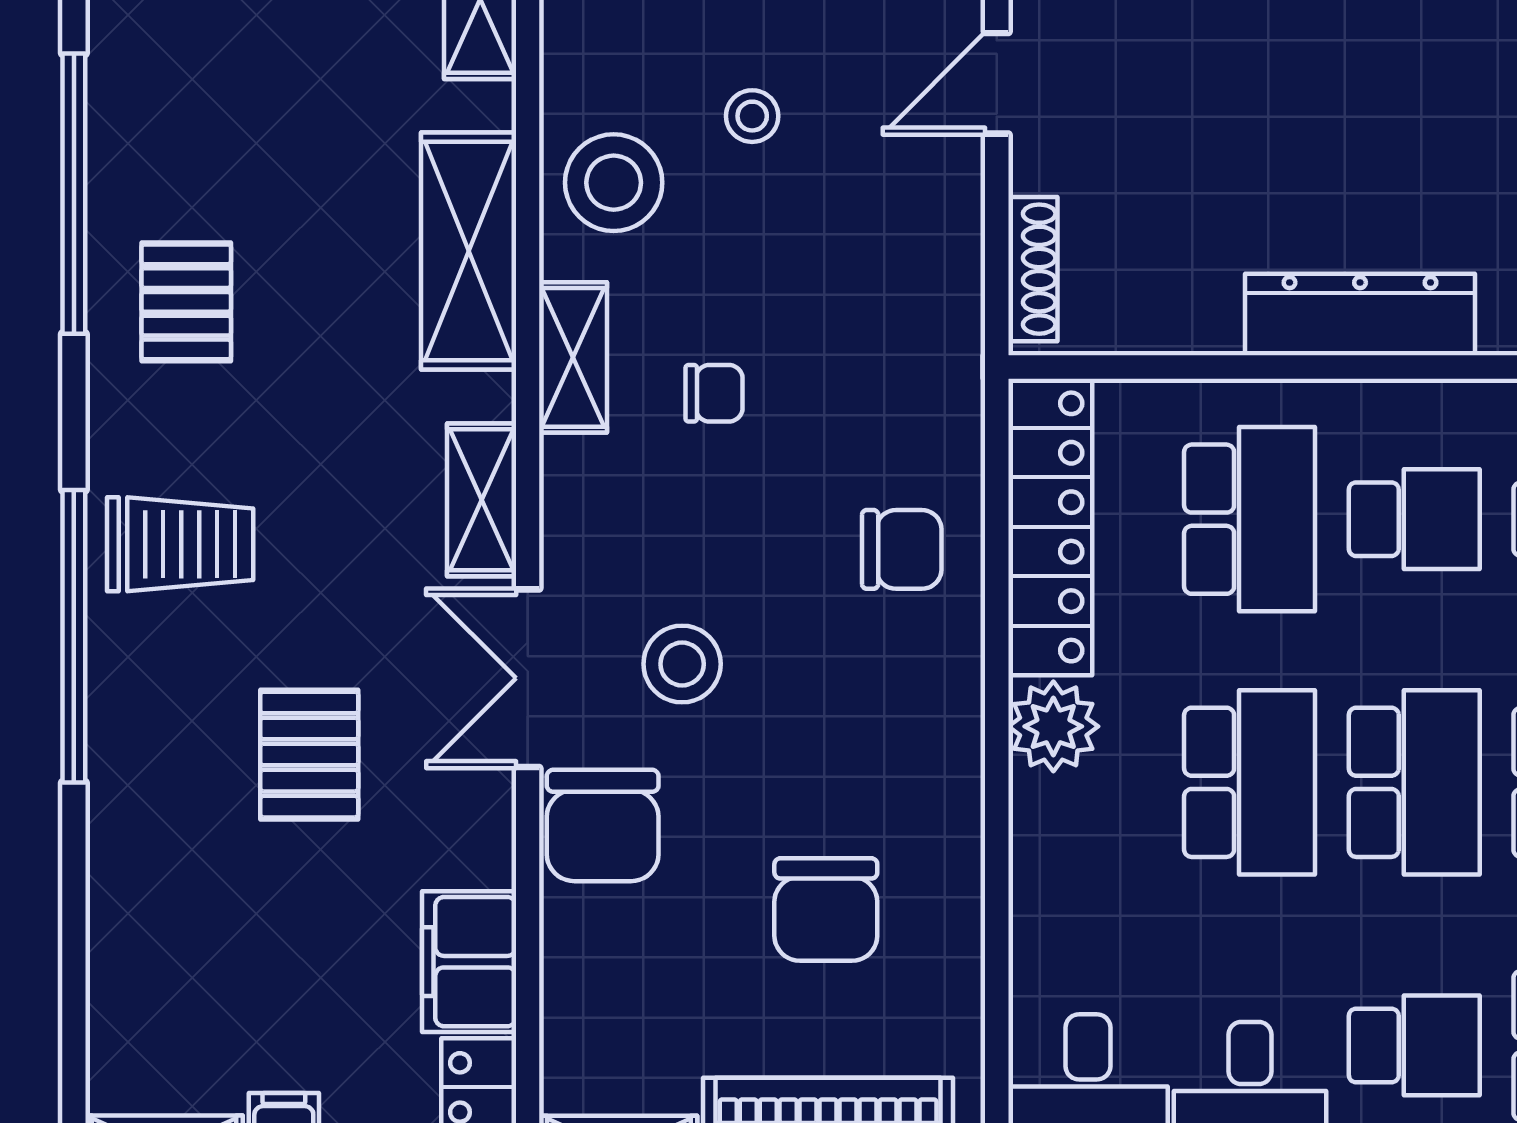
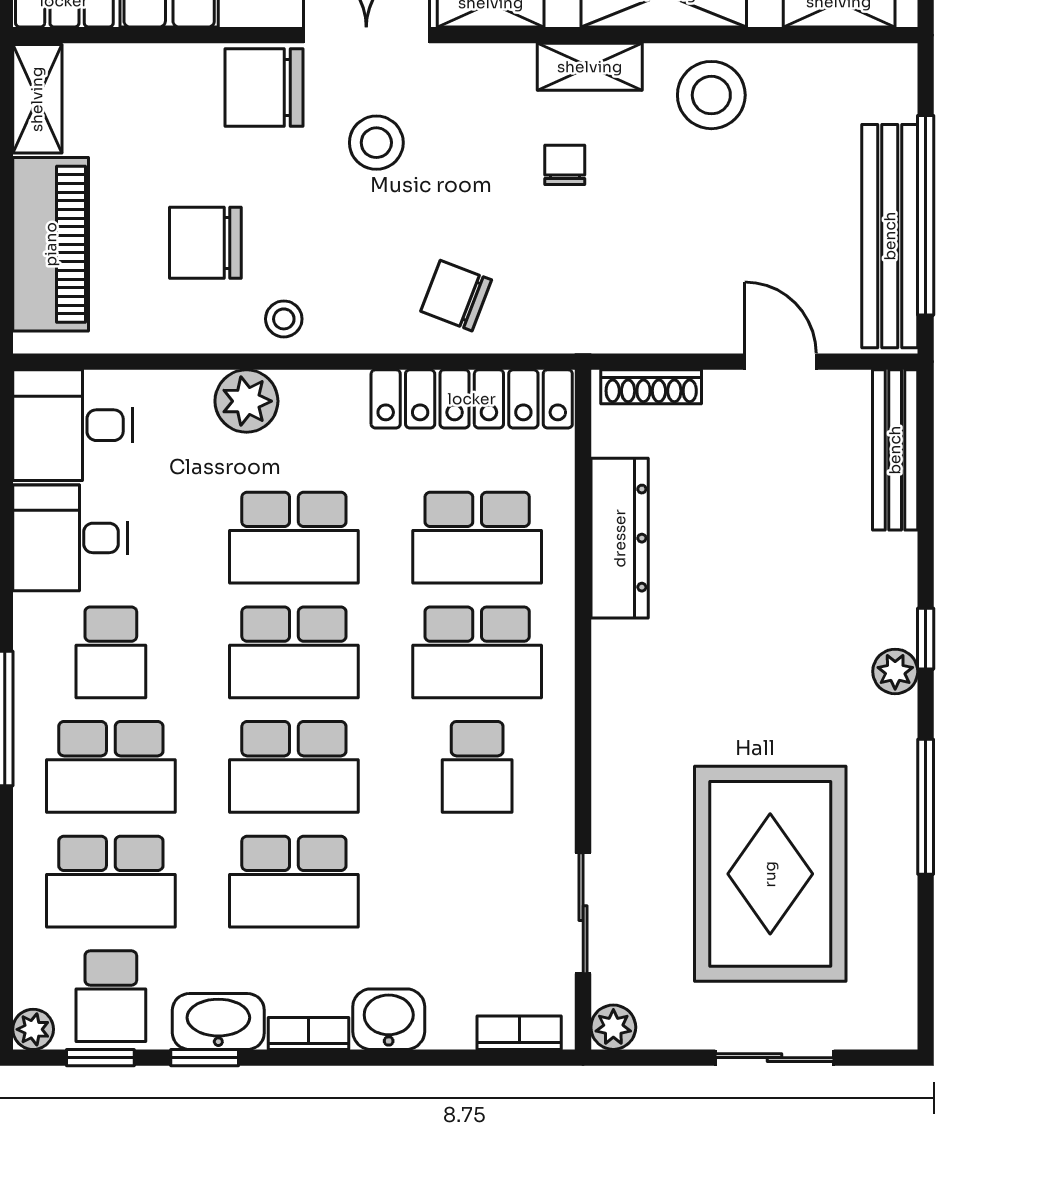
stool: (752, 116) -> (284, 319), moved
dresser: (1360, 315) -> (620, 538), moved
chair: (714, 393) -> (565, 165), turned 180
school desk: (1414, 519) -> (477, 652), width x1.85
chair: (902, 549) -> (456, 296), turned 111
plant: (1053, 726) -> (246, 401), moved

